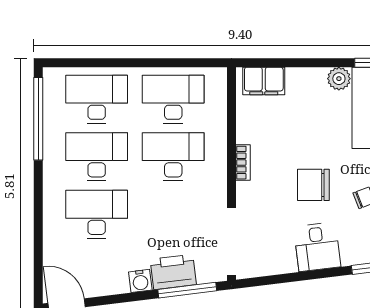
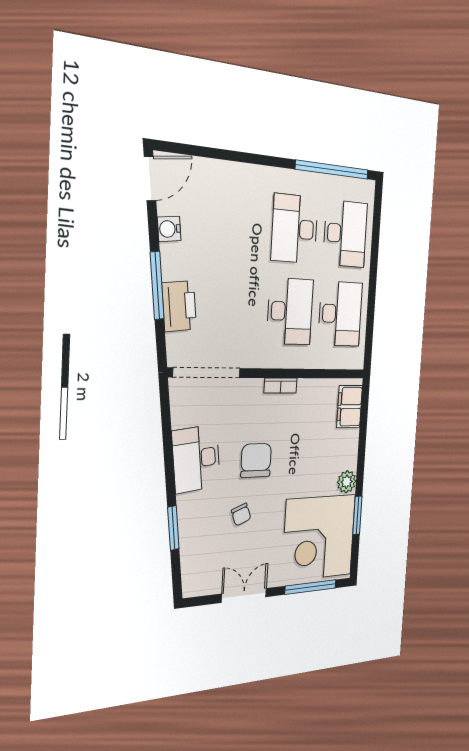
desk: (97, 157) -> (295, 229), turned 180
desk: (97, 214) -> (241, 223), removed
desk: (317, 247) -> (196, 459), width x1.37
water cooler: (140, 281) -> (169, 229), moved
window: (187, 290) -> (157, 286), moved

